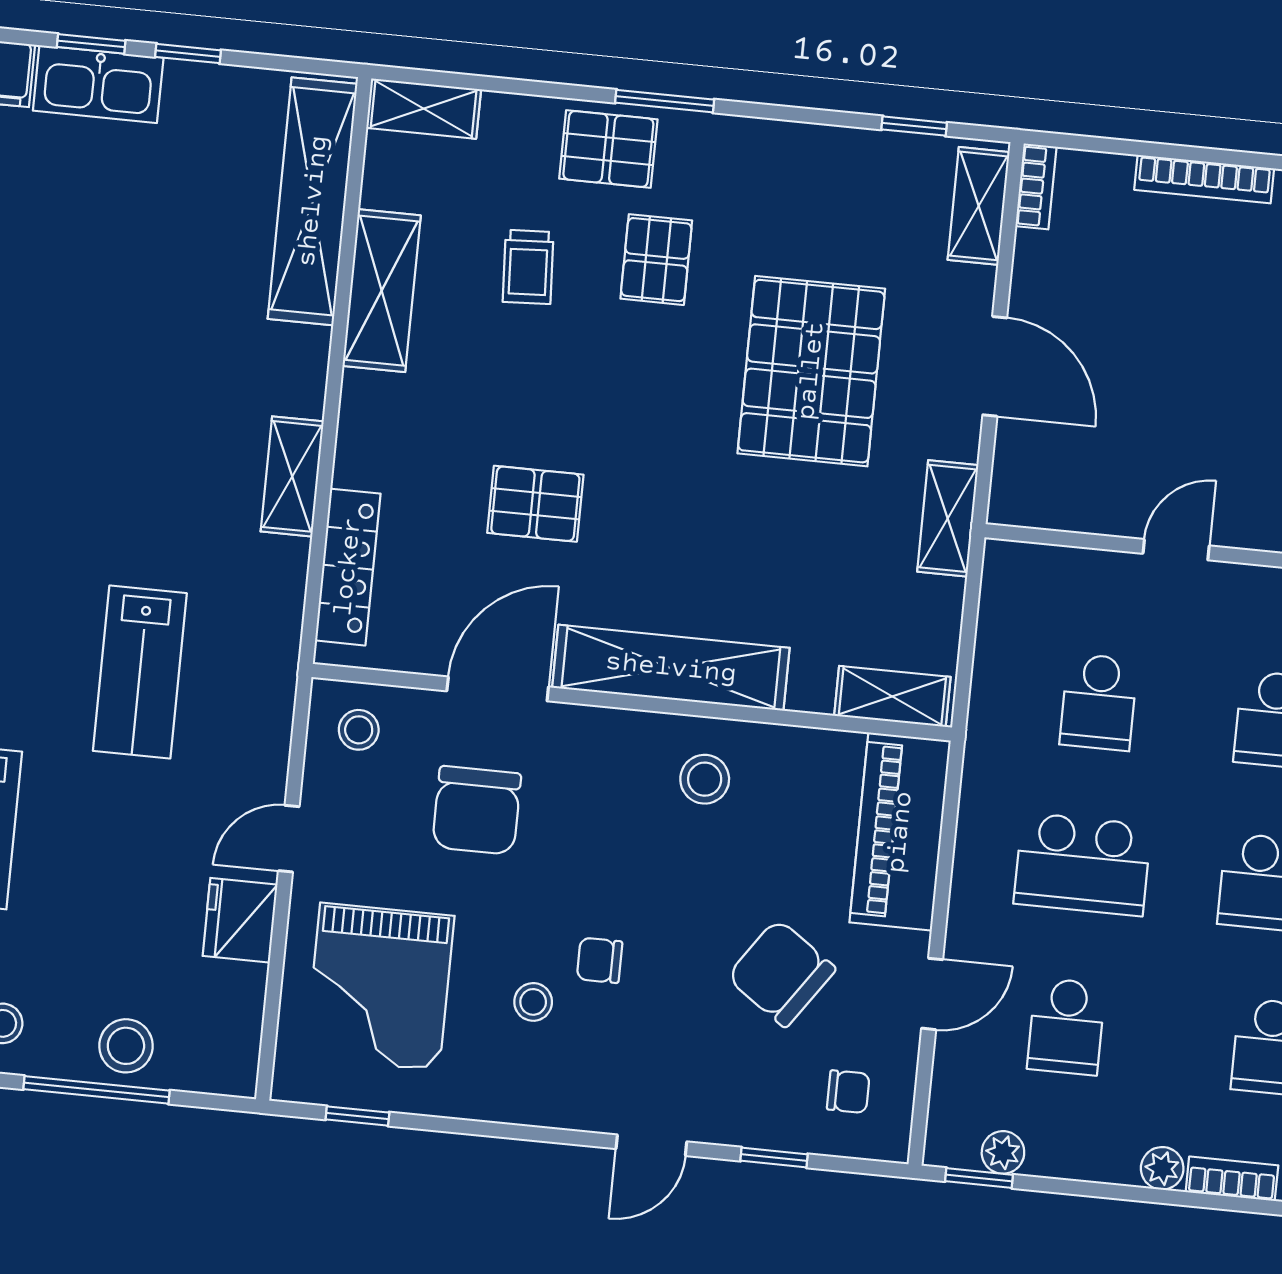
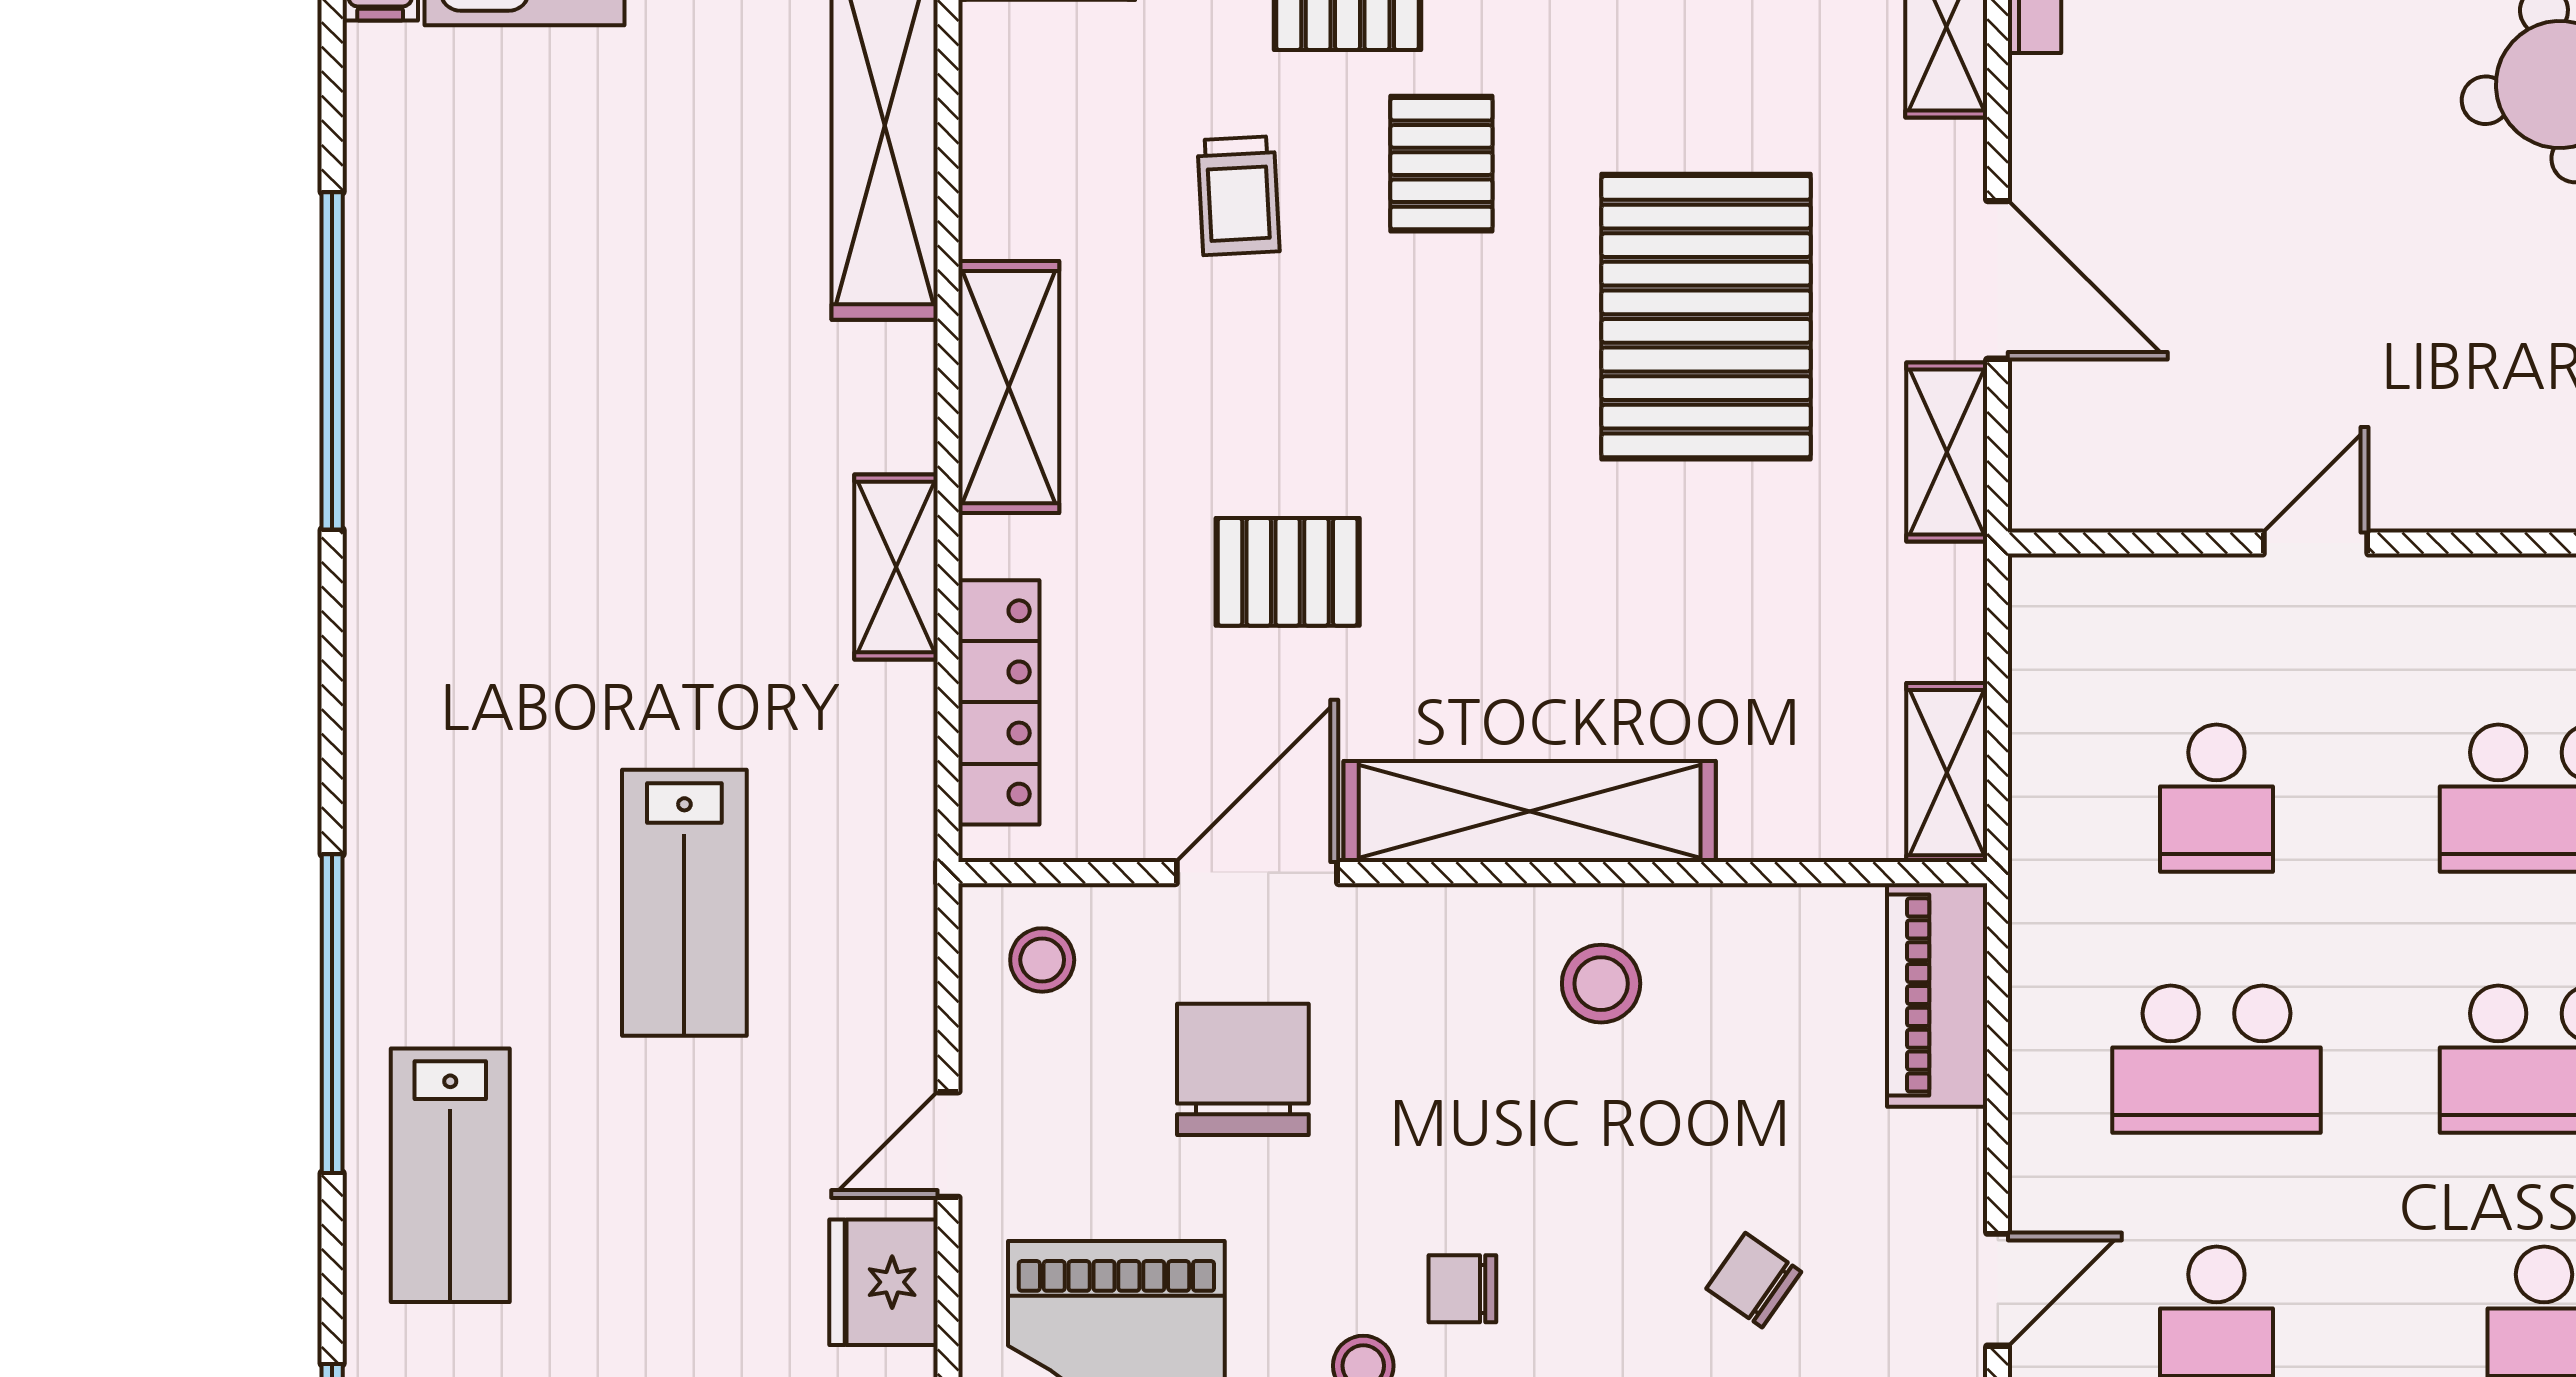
shelving: (382, 291) -> (1009, 387), moved
shelving: (948, 518) -> (1947, 452), moved
shelving: (892, 696) -> (1947, 773), moved, turned 90
chair: (477, 810) -> (1243, 1069), turned 180
piano: (900, 832) -> (1937, 995), width x0.73, depth x0.75
chair: (781, 973) -> (1754, 1280), width x0.54, depth x0.54

